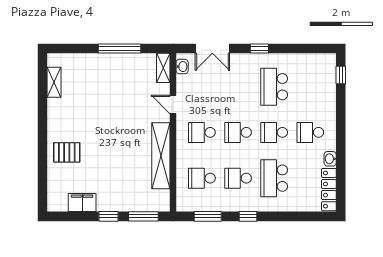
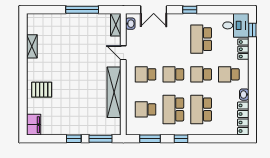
desk: (319, 69) -> (236, 25), added
shelving: (54, 82) -> (32, 46), moved
locker: (329, 100) -> (243, 49), added
school desk: (238, 178) -> (173, 109), width x1.85
filing cabinet: (82, 203) -> (34, 125), moved, turned 90

